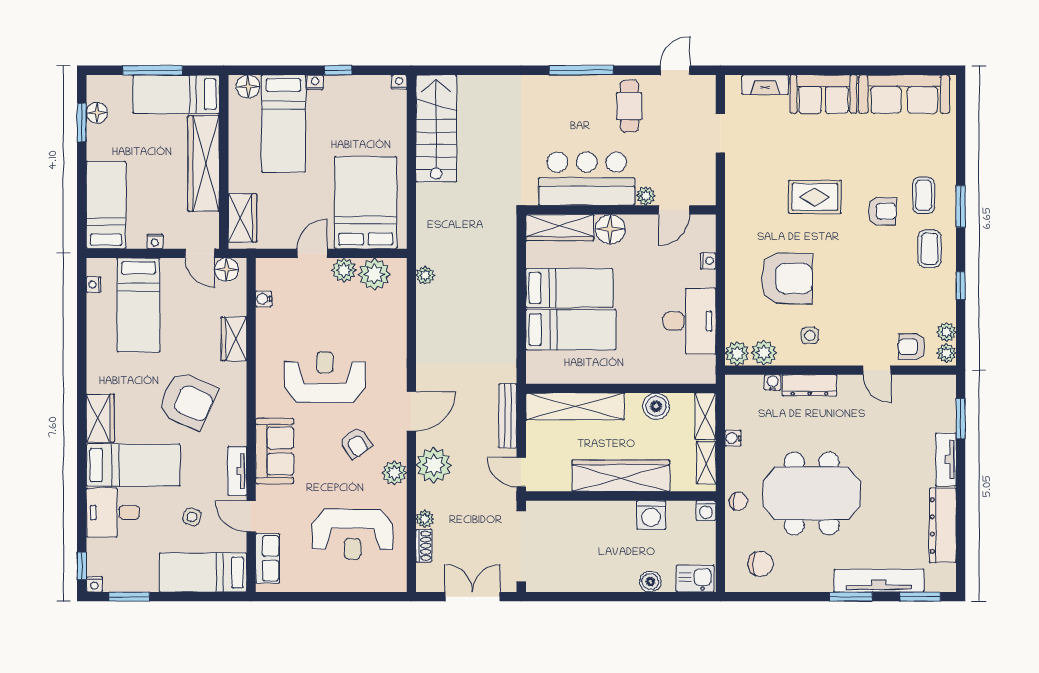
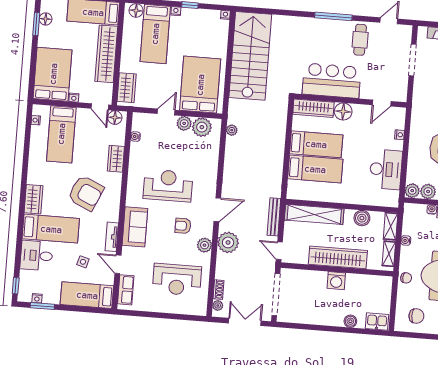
stairs: (436, 128) -> (250, 56), width x1.36, depth x1.51
doorway: (720, 133) -> (413, 60), width x1.38
plant: (646, 196) -> (366, 93), removed
bed: (106, 205) -> (53, 74), width x1.50
armchair: (356, 443) -> (183, 226), turned 125
washing machine: (706, 510) -> (387, 282), removed
washing machine: (651, 515) -> (336, 281), moved
plant: (425, 519) -> (218, 305), moved
nightstand: (94, 584) -> (37, 298), moved

